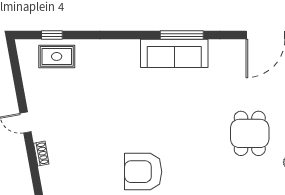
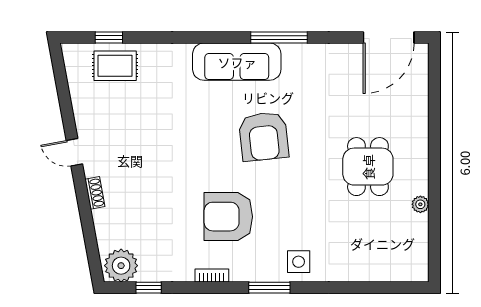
sofa: (174, 53) -> (237, 62), moved
armchair: (170, 110) -> (264, 136), added

